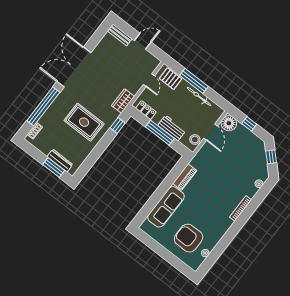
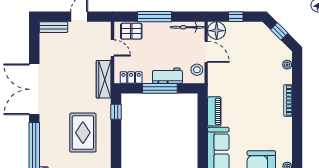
bicycle: (199, 96) -> (187, 27), moved
wardrobe: (123, 101) -> (104, 79), width x1.50
rug: (84, 122) -> (83, 133), turned 90

